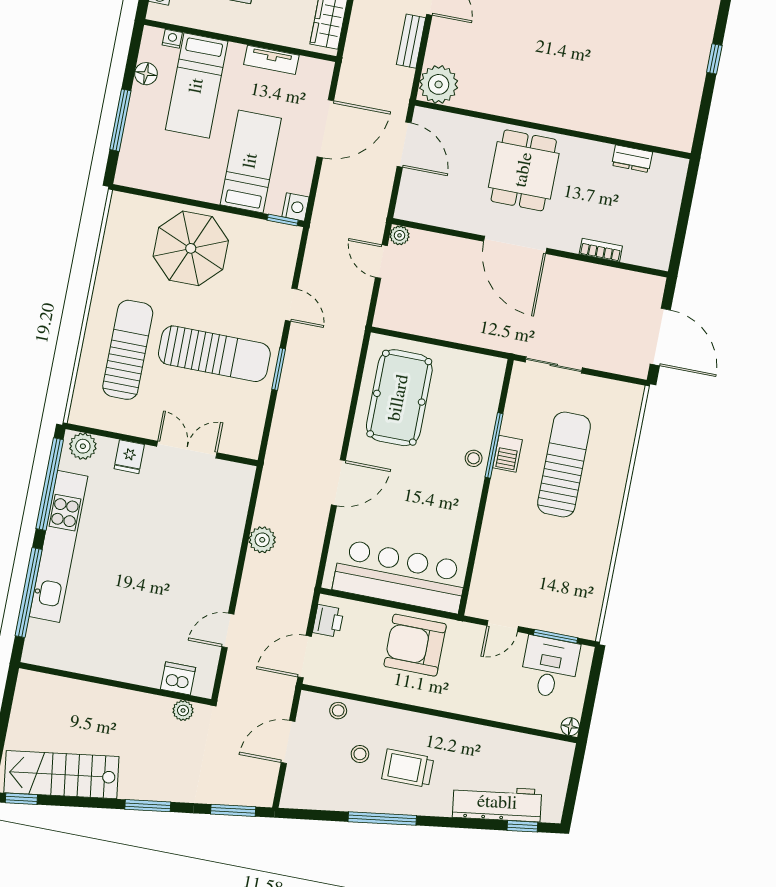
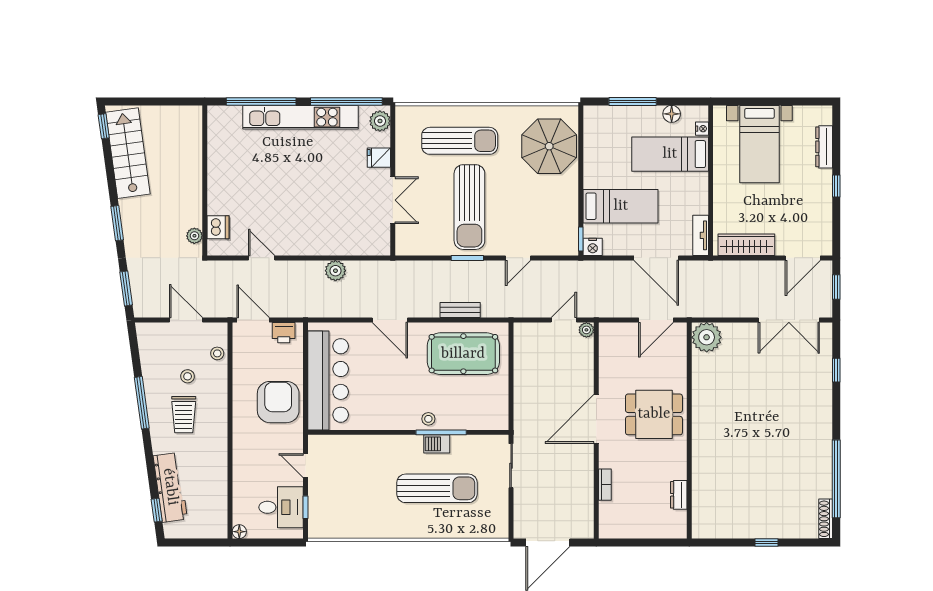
bench: (411, 41) -> (460, 310), moved
tv unit: (271, 60) -> (701, 235), moved
parasol: (191, 248) -> (549, 146), moved
window: (556, 636) -> (306, 507), width x0.67
trolley: (408, 768) -> (184, 415), turned 180

